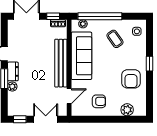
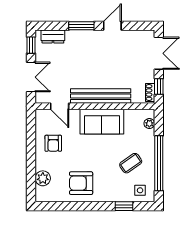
window: (100, 16) -> (159, 163), moved
sofa: (81, 56) -> (102, 122), width x0.73
window: (150, 64) -> (124, 206), moved
dresser: (13, 71) -> (53, 37), moved
plant: (12, 86) -> (72, 36), removed

